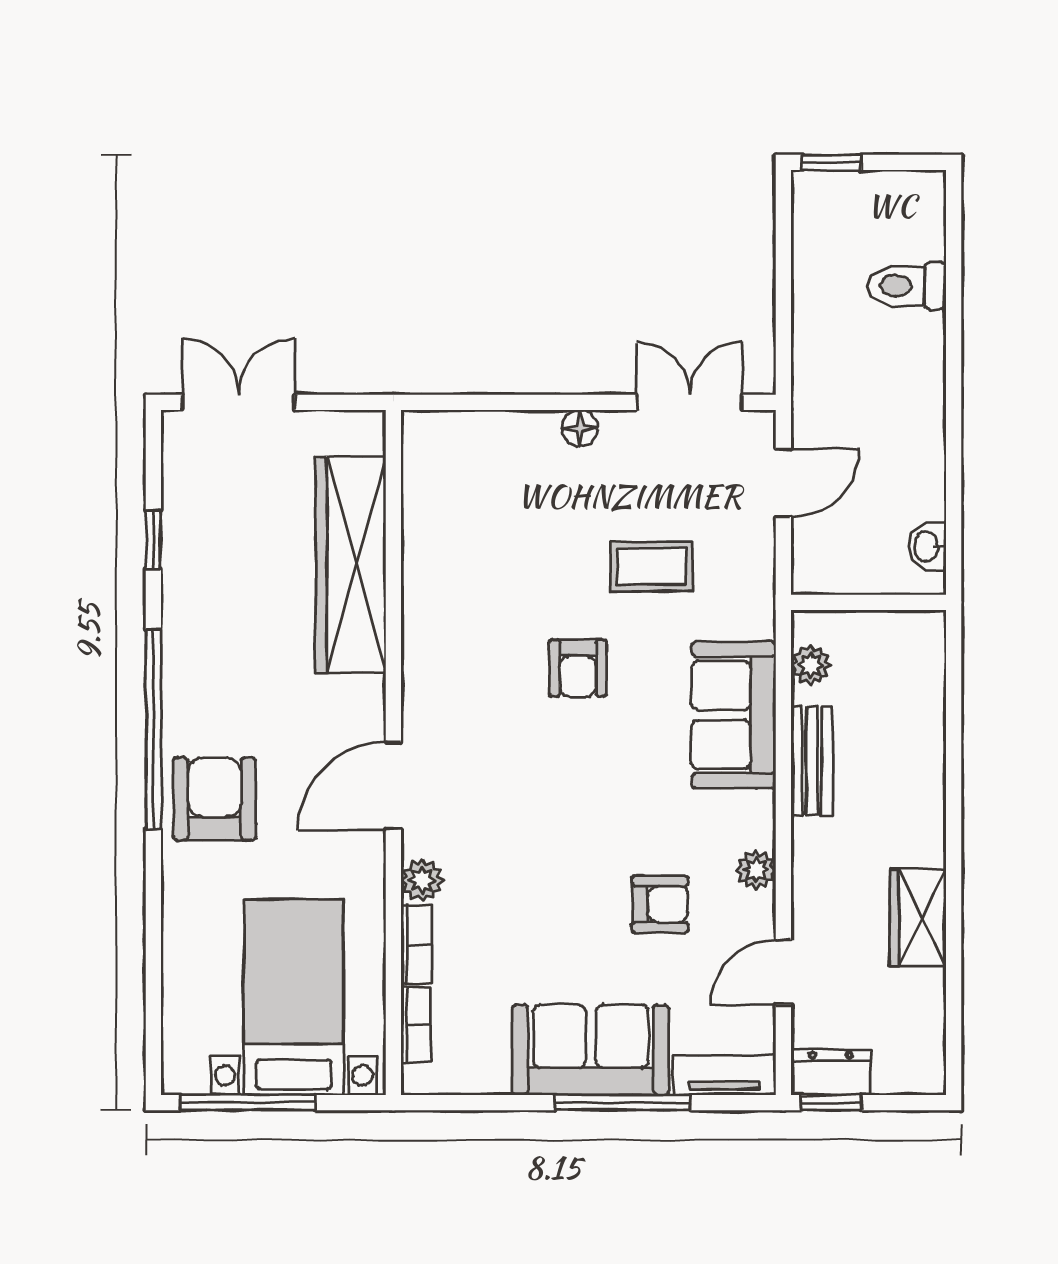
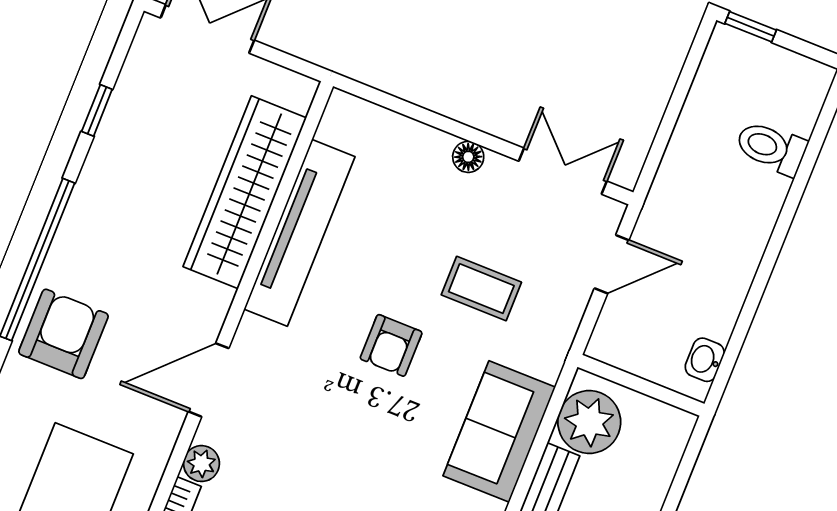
tv unit: (428, 585) -> (300, 233), added
plant: (811, 665) -> (589, 422), width x1.88, depth x1.88

